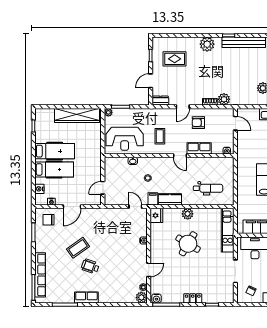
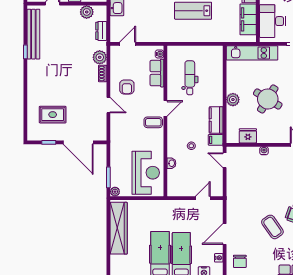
plant: (207, 44) -> (36, 77), removed
rug: (175, 59) -> (53, 115), turned 90
door: (151, 81) -> (78, 142), width x1.87
dresser: (160, 101) -> (101, 31), moved
coffee table: (160, 136) -> (153, 122), moved
row of seats: (199, 148) -> (157, 73), moved
door: (103, 188) -> (203, 198), swing flipped
dental chair: (208, 188) -> (190, 78), moved
door: (72, 207) -> (225, 234), swing flipped
door: (135, 207) -> (225, 160), hinge flipped
fridge: (156, 215) -> (248, 136), moved

